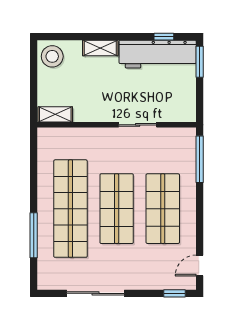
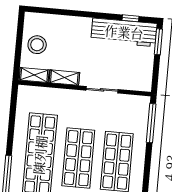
shelving: (100, 48) -> (64, 78), moved
stool: (52, 56) -> (37, 45), moved

